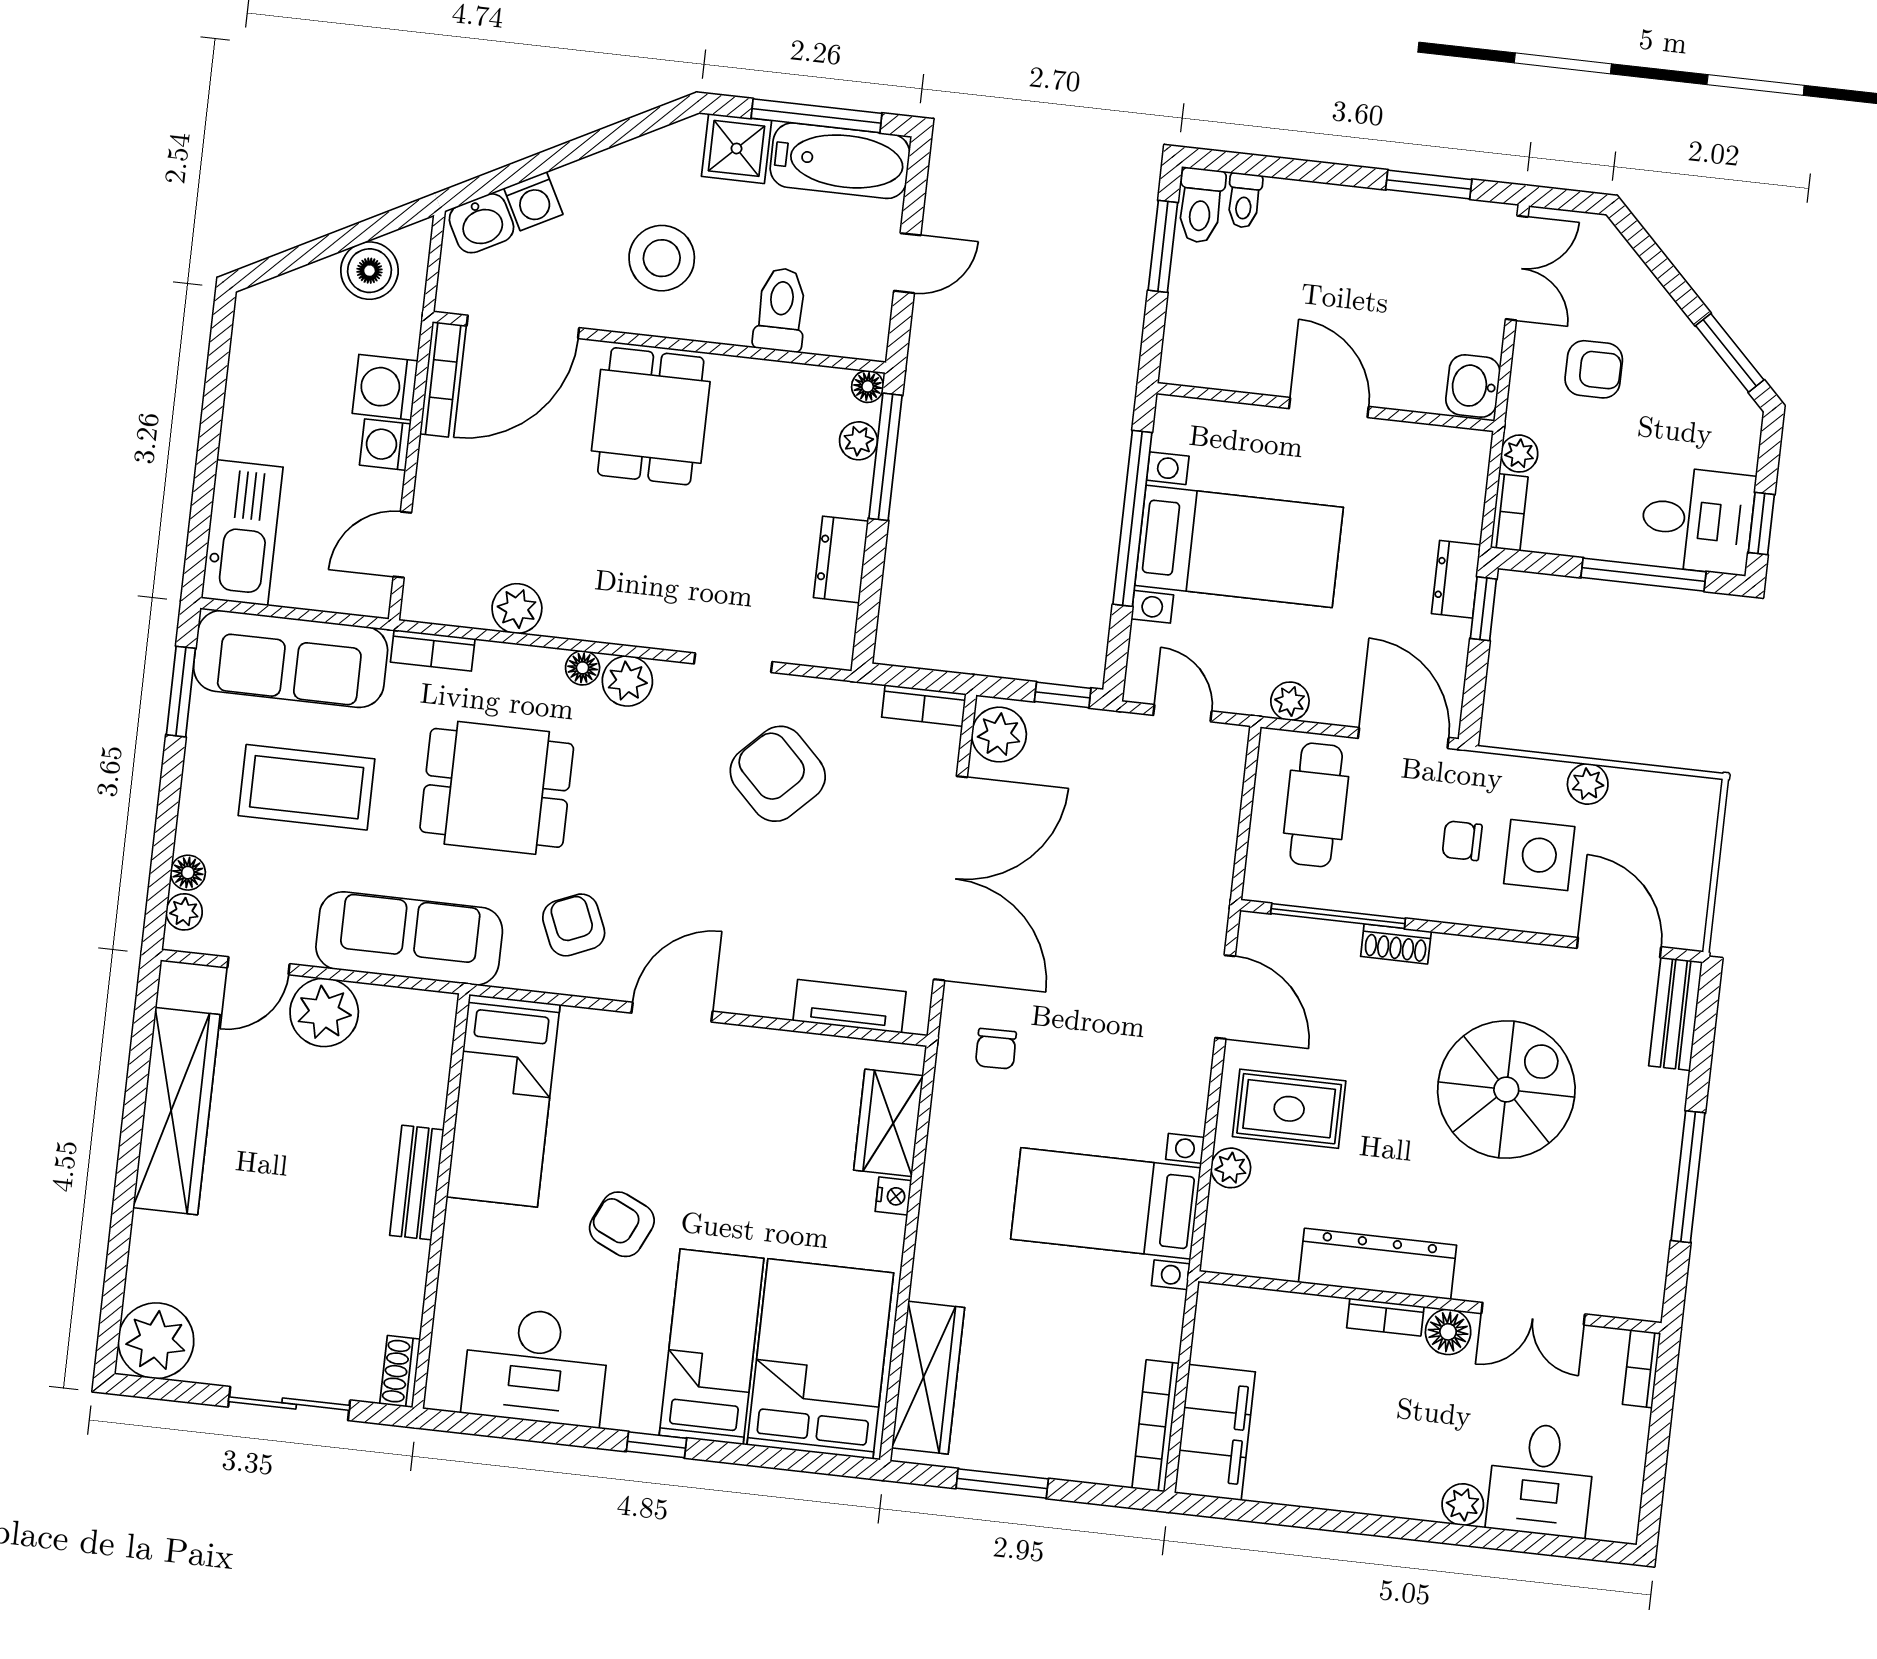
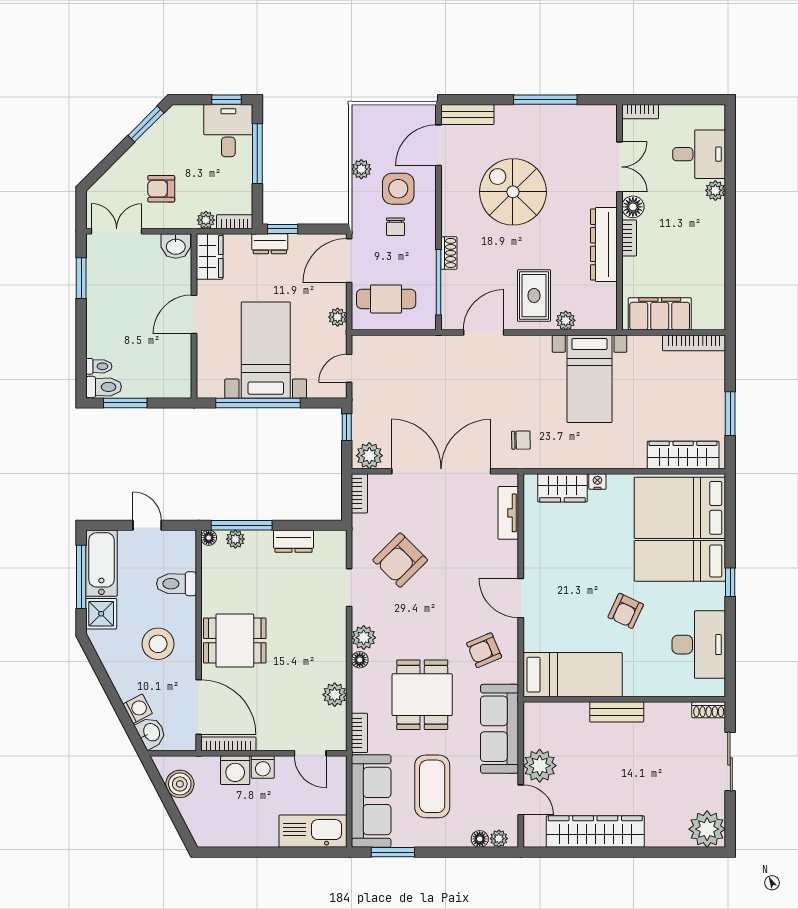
armchair: (1594, 369) -> (161, 189), turned -90
wardrobe: (1444, 453) -> (210, 257), added
filing cabinet: (1215, 1432) -> (660, 314), moved

